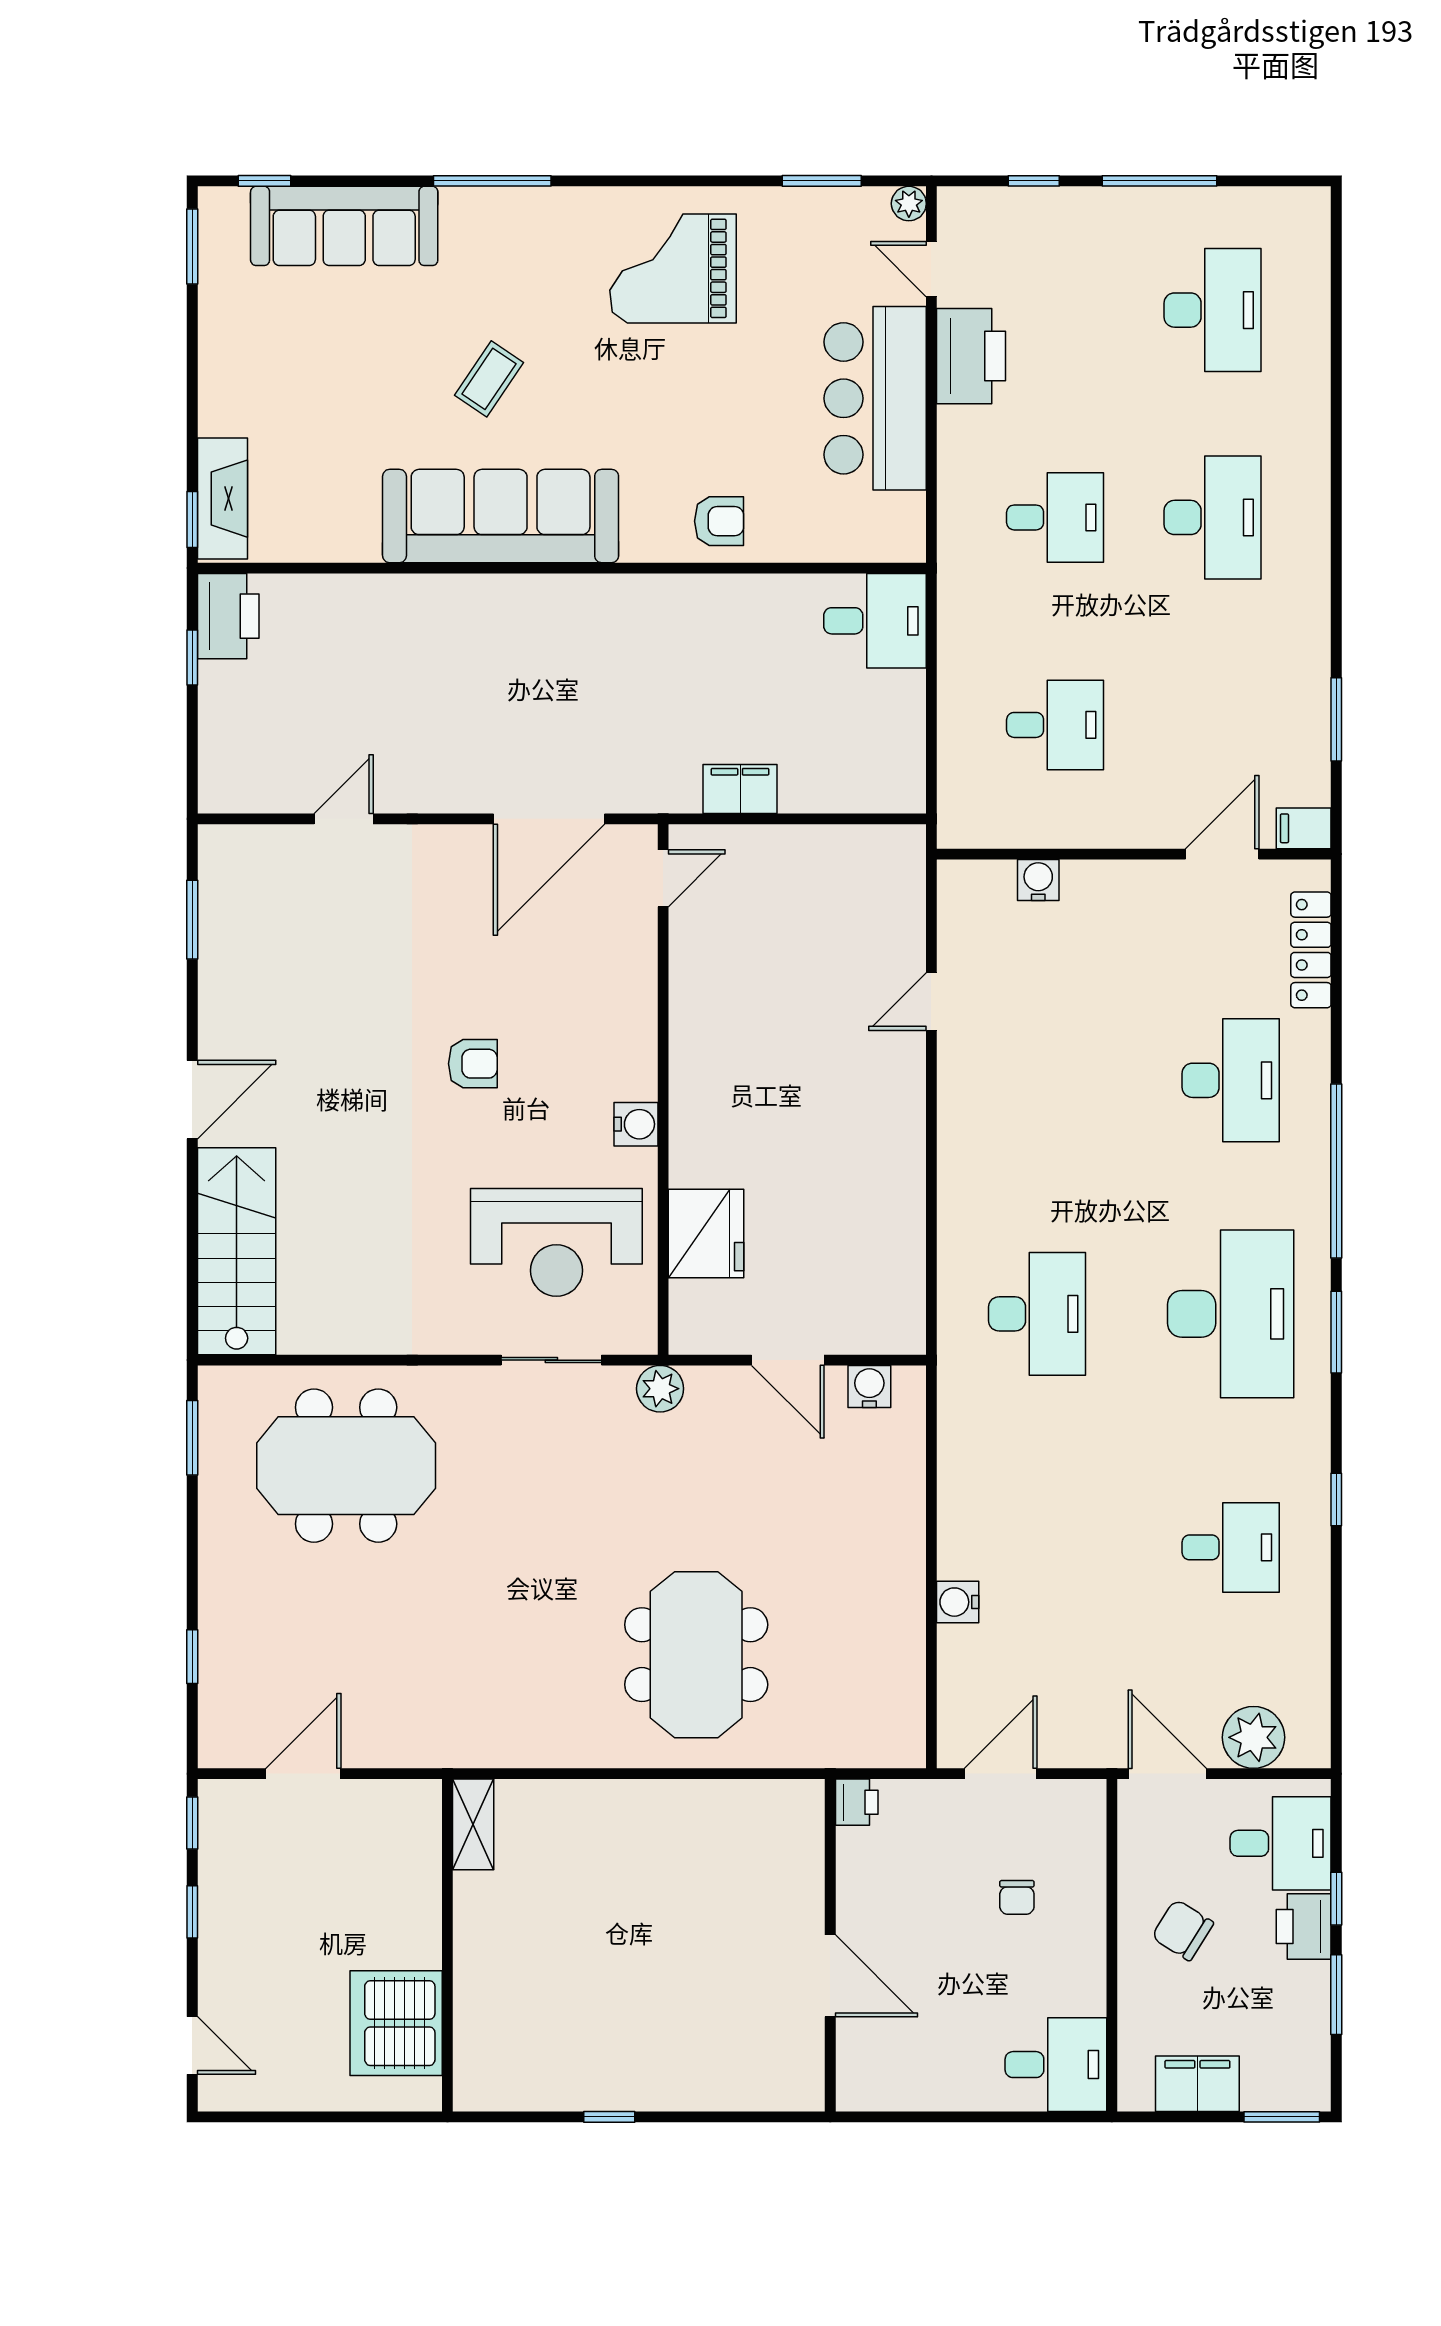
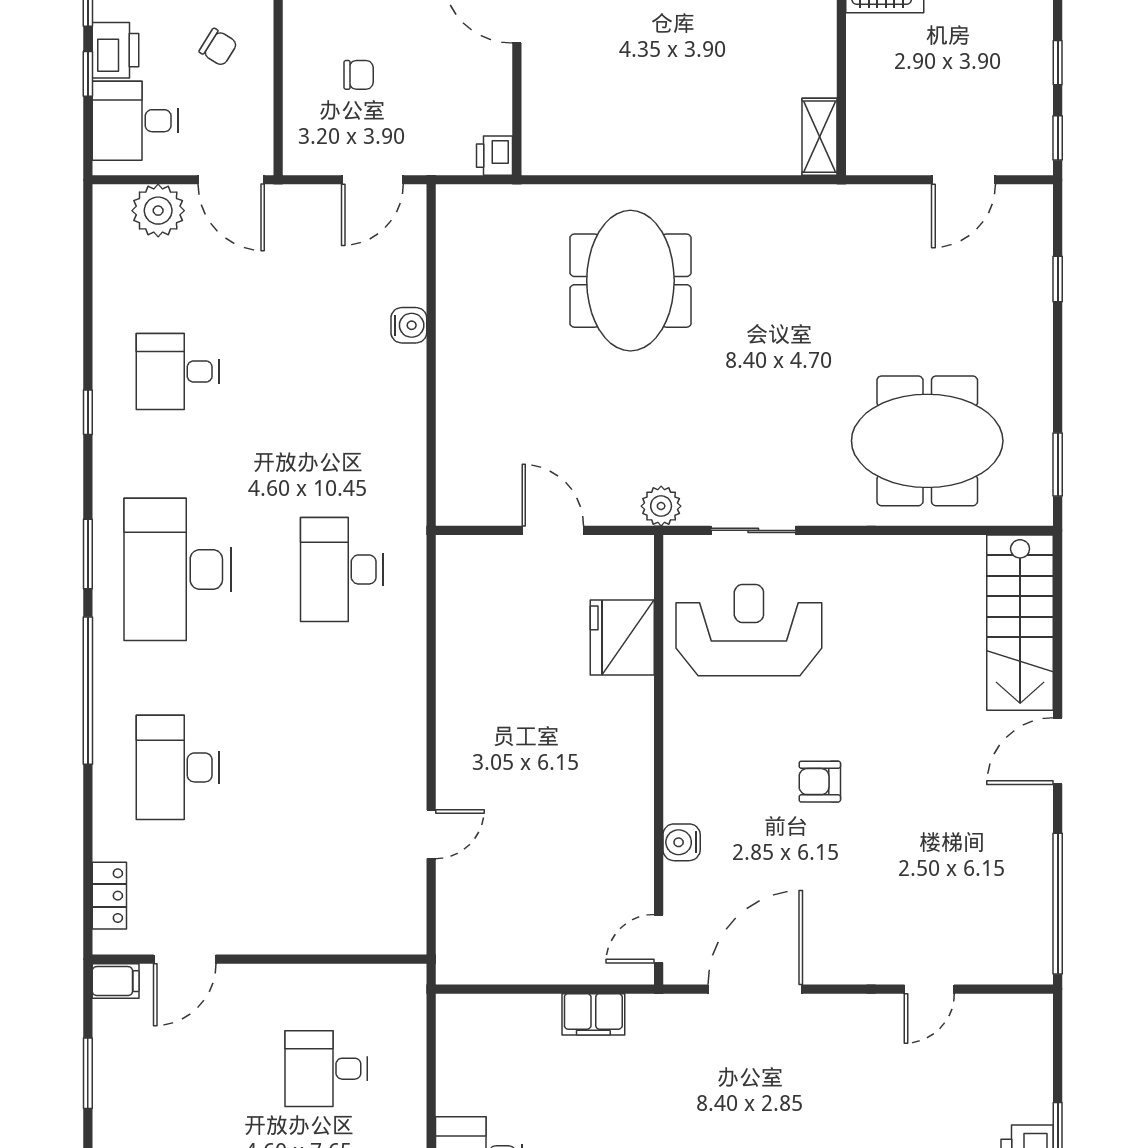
water cooler: (1038, 880) -> (341, 937), removed
window: (192, 920) -> (1058, 904), width x2.11
locker: (1311, 950) -> (109, 896), width x0.66
water cooler: (636, 1124) -> (682, 842), moved
water cooler: (869, 1387) -> (484, 508), removed
chair: (1017, 1897) -> (359, 75), turned 90
chair: (1183, 1930) -> (218, 47), width x0.73, depth x0.73

